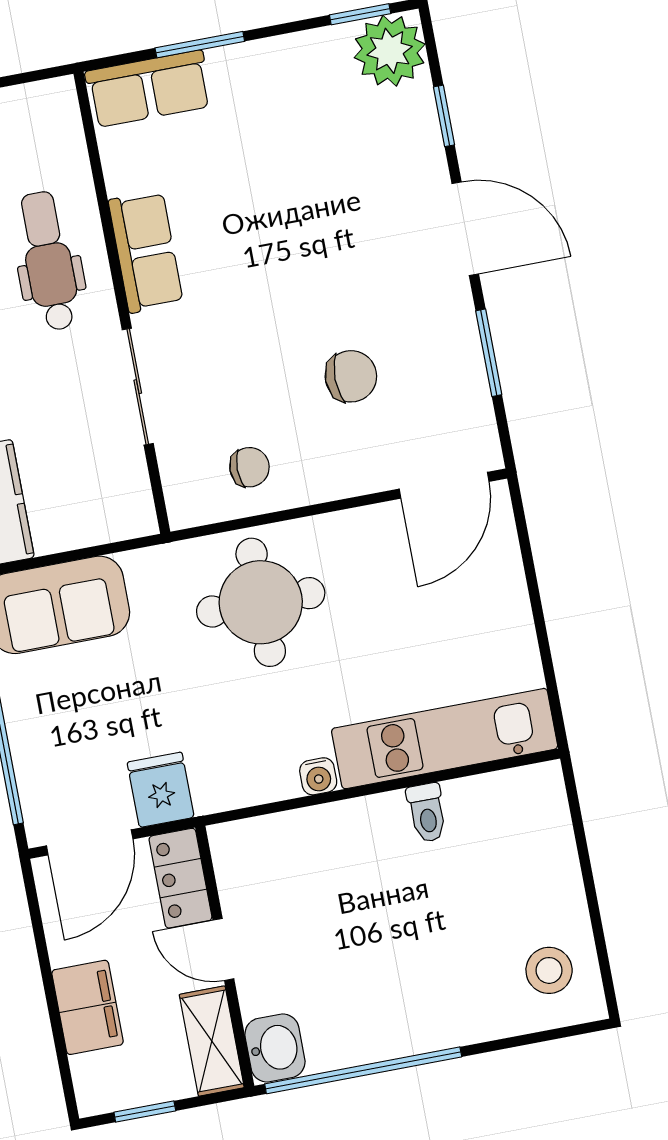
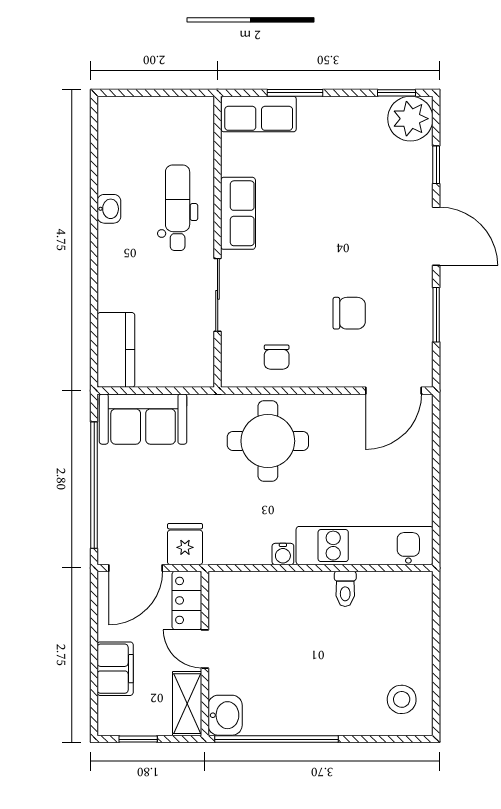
chair: (249, 467) -> (277, 357), turned 90

